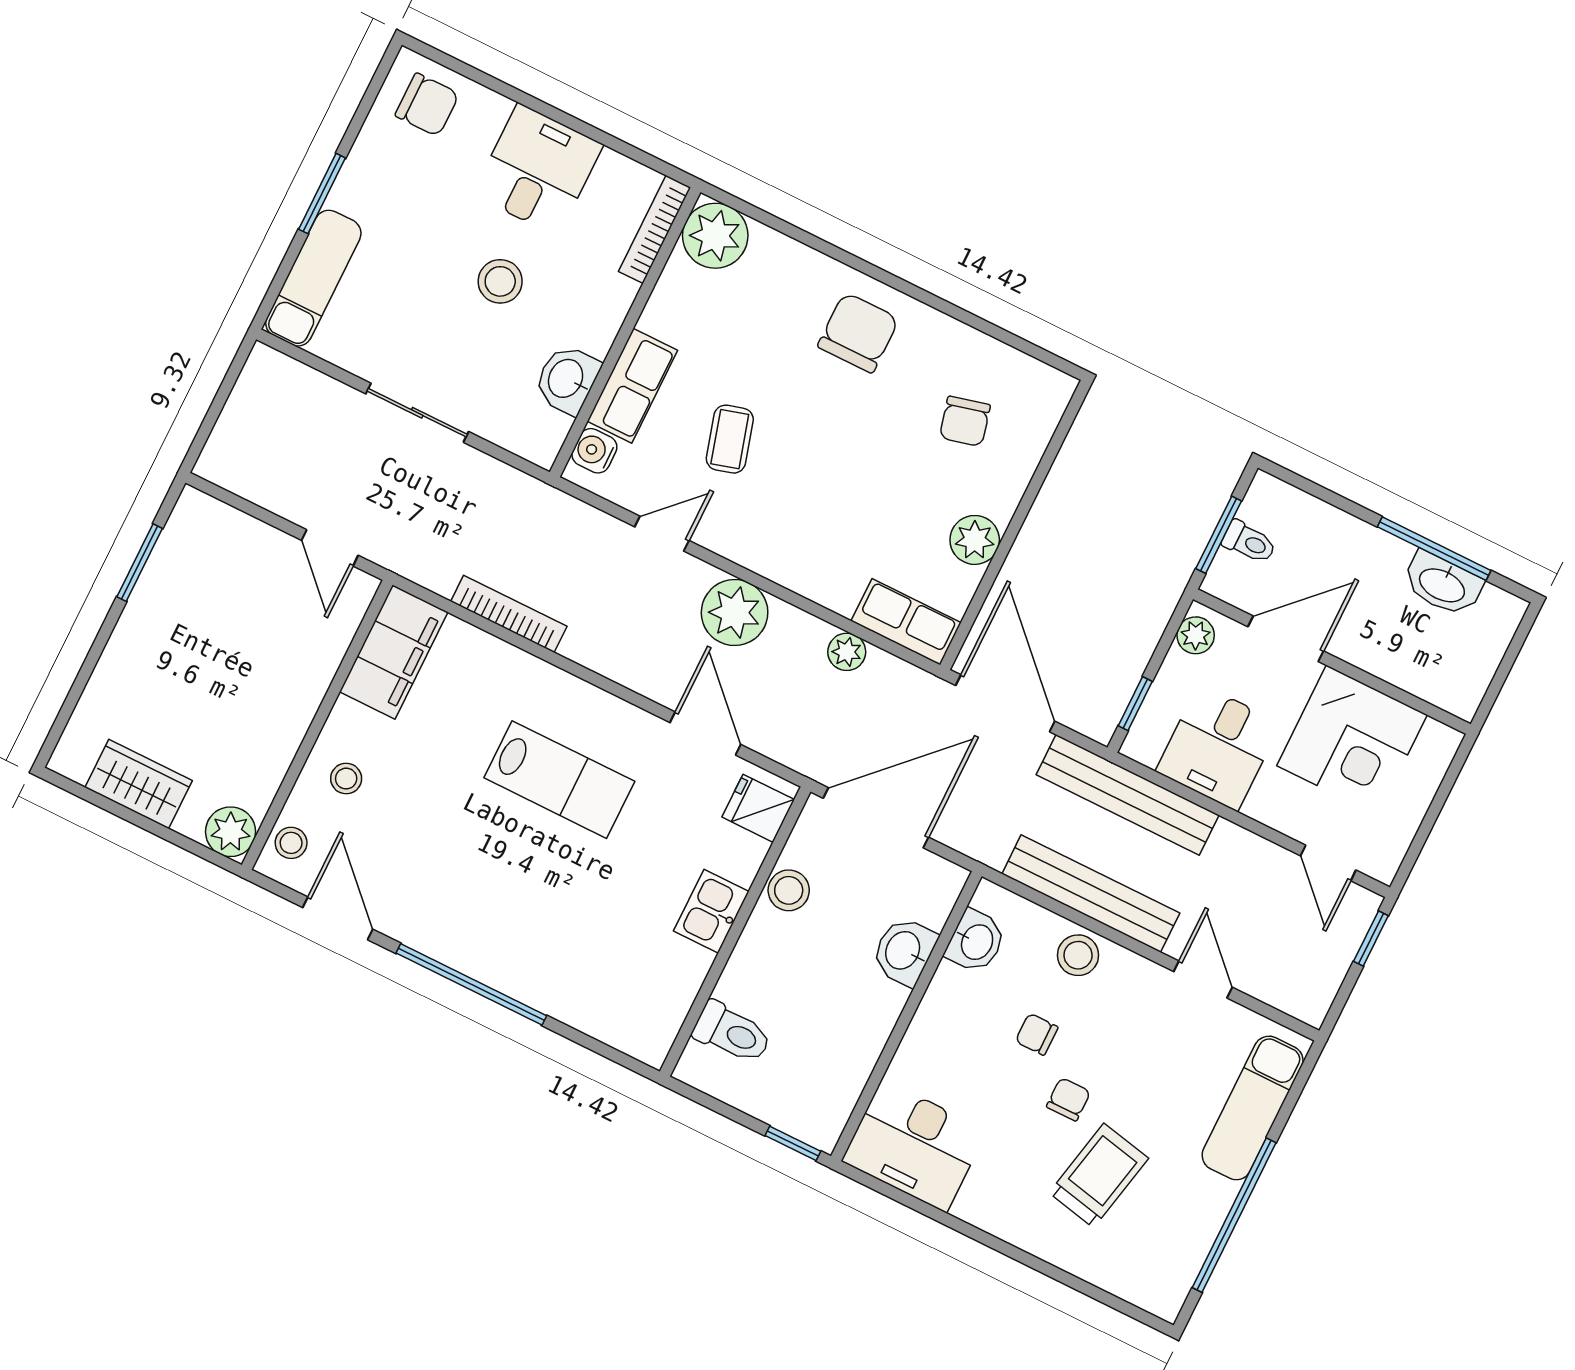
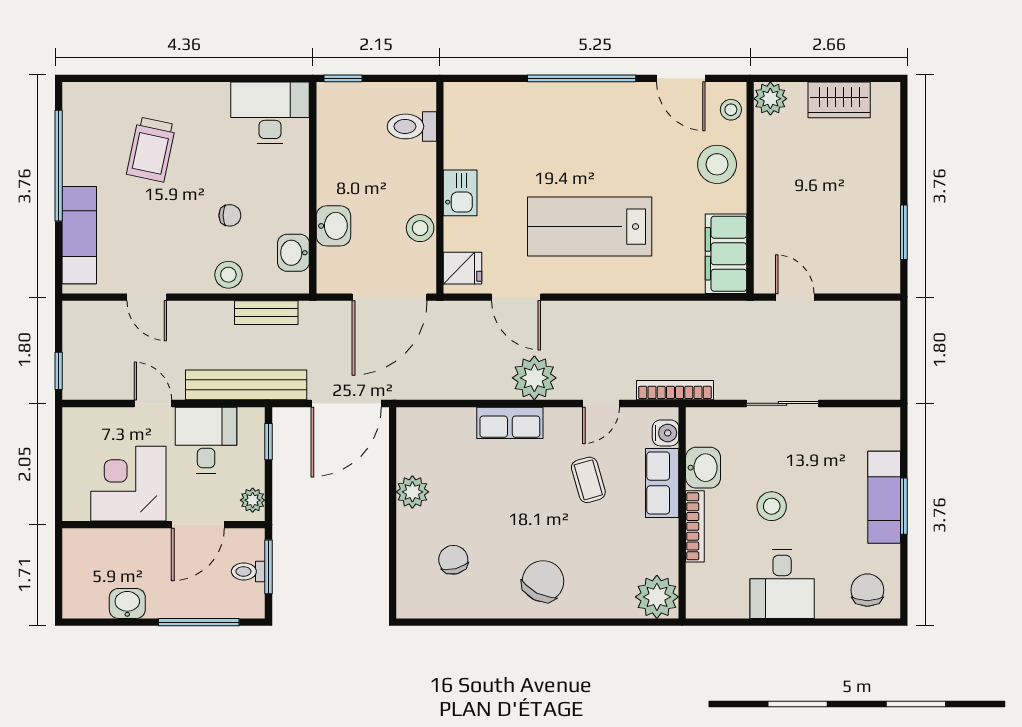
chair: (427, 105) -> (867, 590), turned 90
bookcase: (655, 229) -> (695, 526), moved
exam couch: (313, 278) -> (884, 497), moved
chair: (858, 333) -> (543, 581), turned -153
window: (1434, 549) -> (199, 622), moved
washbasin: (1443, 584) -> (127, 603), width x0.72
bookcase: (509, 614) -> (675, 390), moved, turned 180
row of seats: (906, 622) -> (510, 423), moved
plant: (847, 652) -> (456, 387), removed
door: (1005, 703) -> (346, 403), hinge flipped
stool: (346, 779) -> (717, 164), width x1.89, depth x1.89
lab bench: (559, 780) -> (590, 227), width x1.36, depth x1.39
door: (1328, 863) -> (153, 403), moved
bench: (1091, 893) -> (266, 313), width x0.54, depth x0.82
chair: (1068, 1099) -> (192, 186), removed

